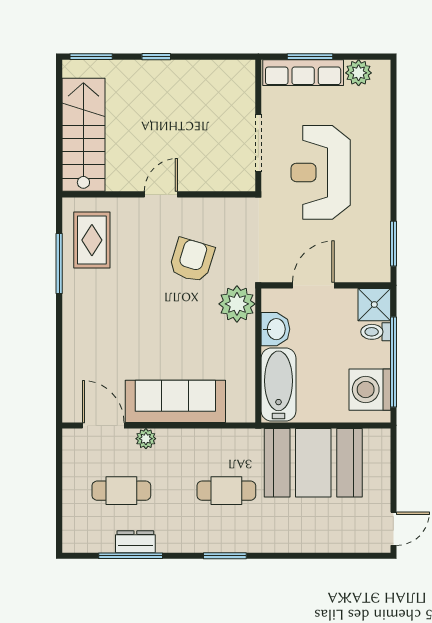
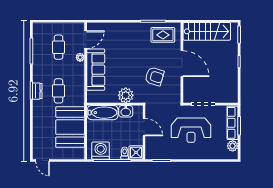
reception desk: (321, 172) -> (191, 130), turned 180
door: (161, 194) -> (182, 64), width x1.87
plant: (237, 304) -> (126, 95), moved
dresser: (135, 542) -> (37, 91), moved

